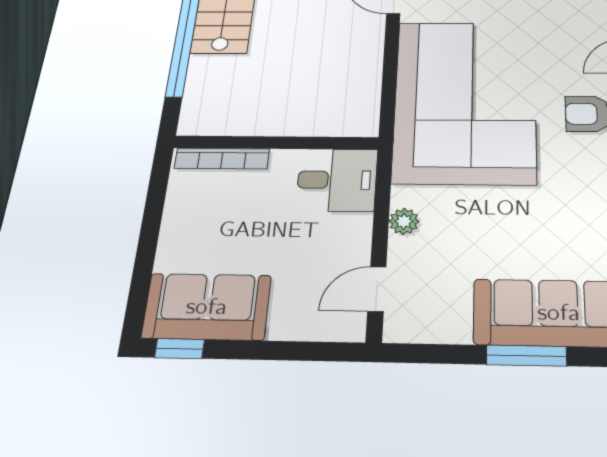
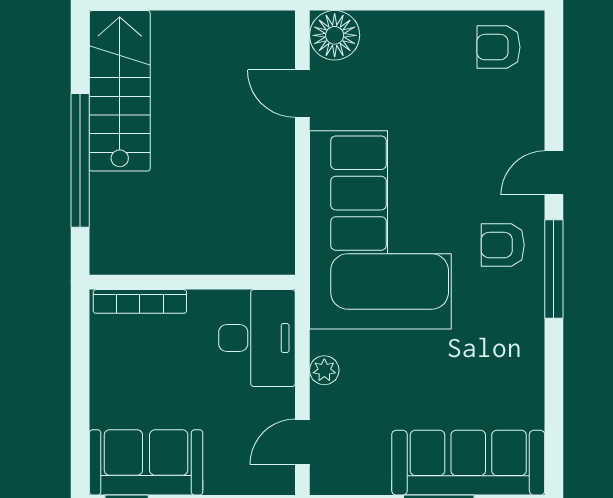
desk: (337, 180) -> (257, 338), width x1.37

